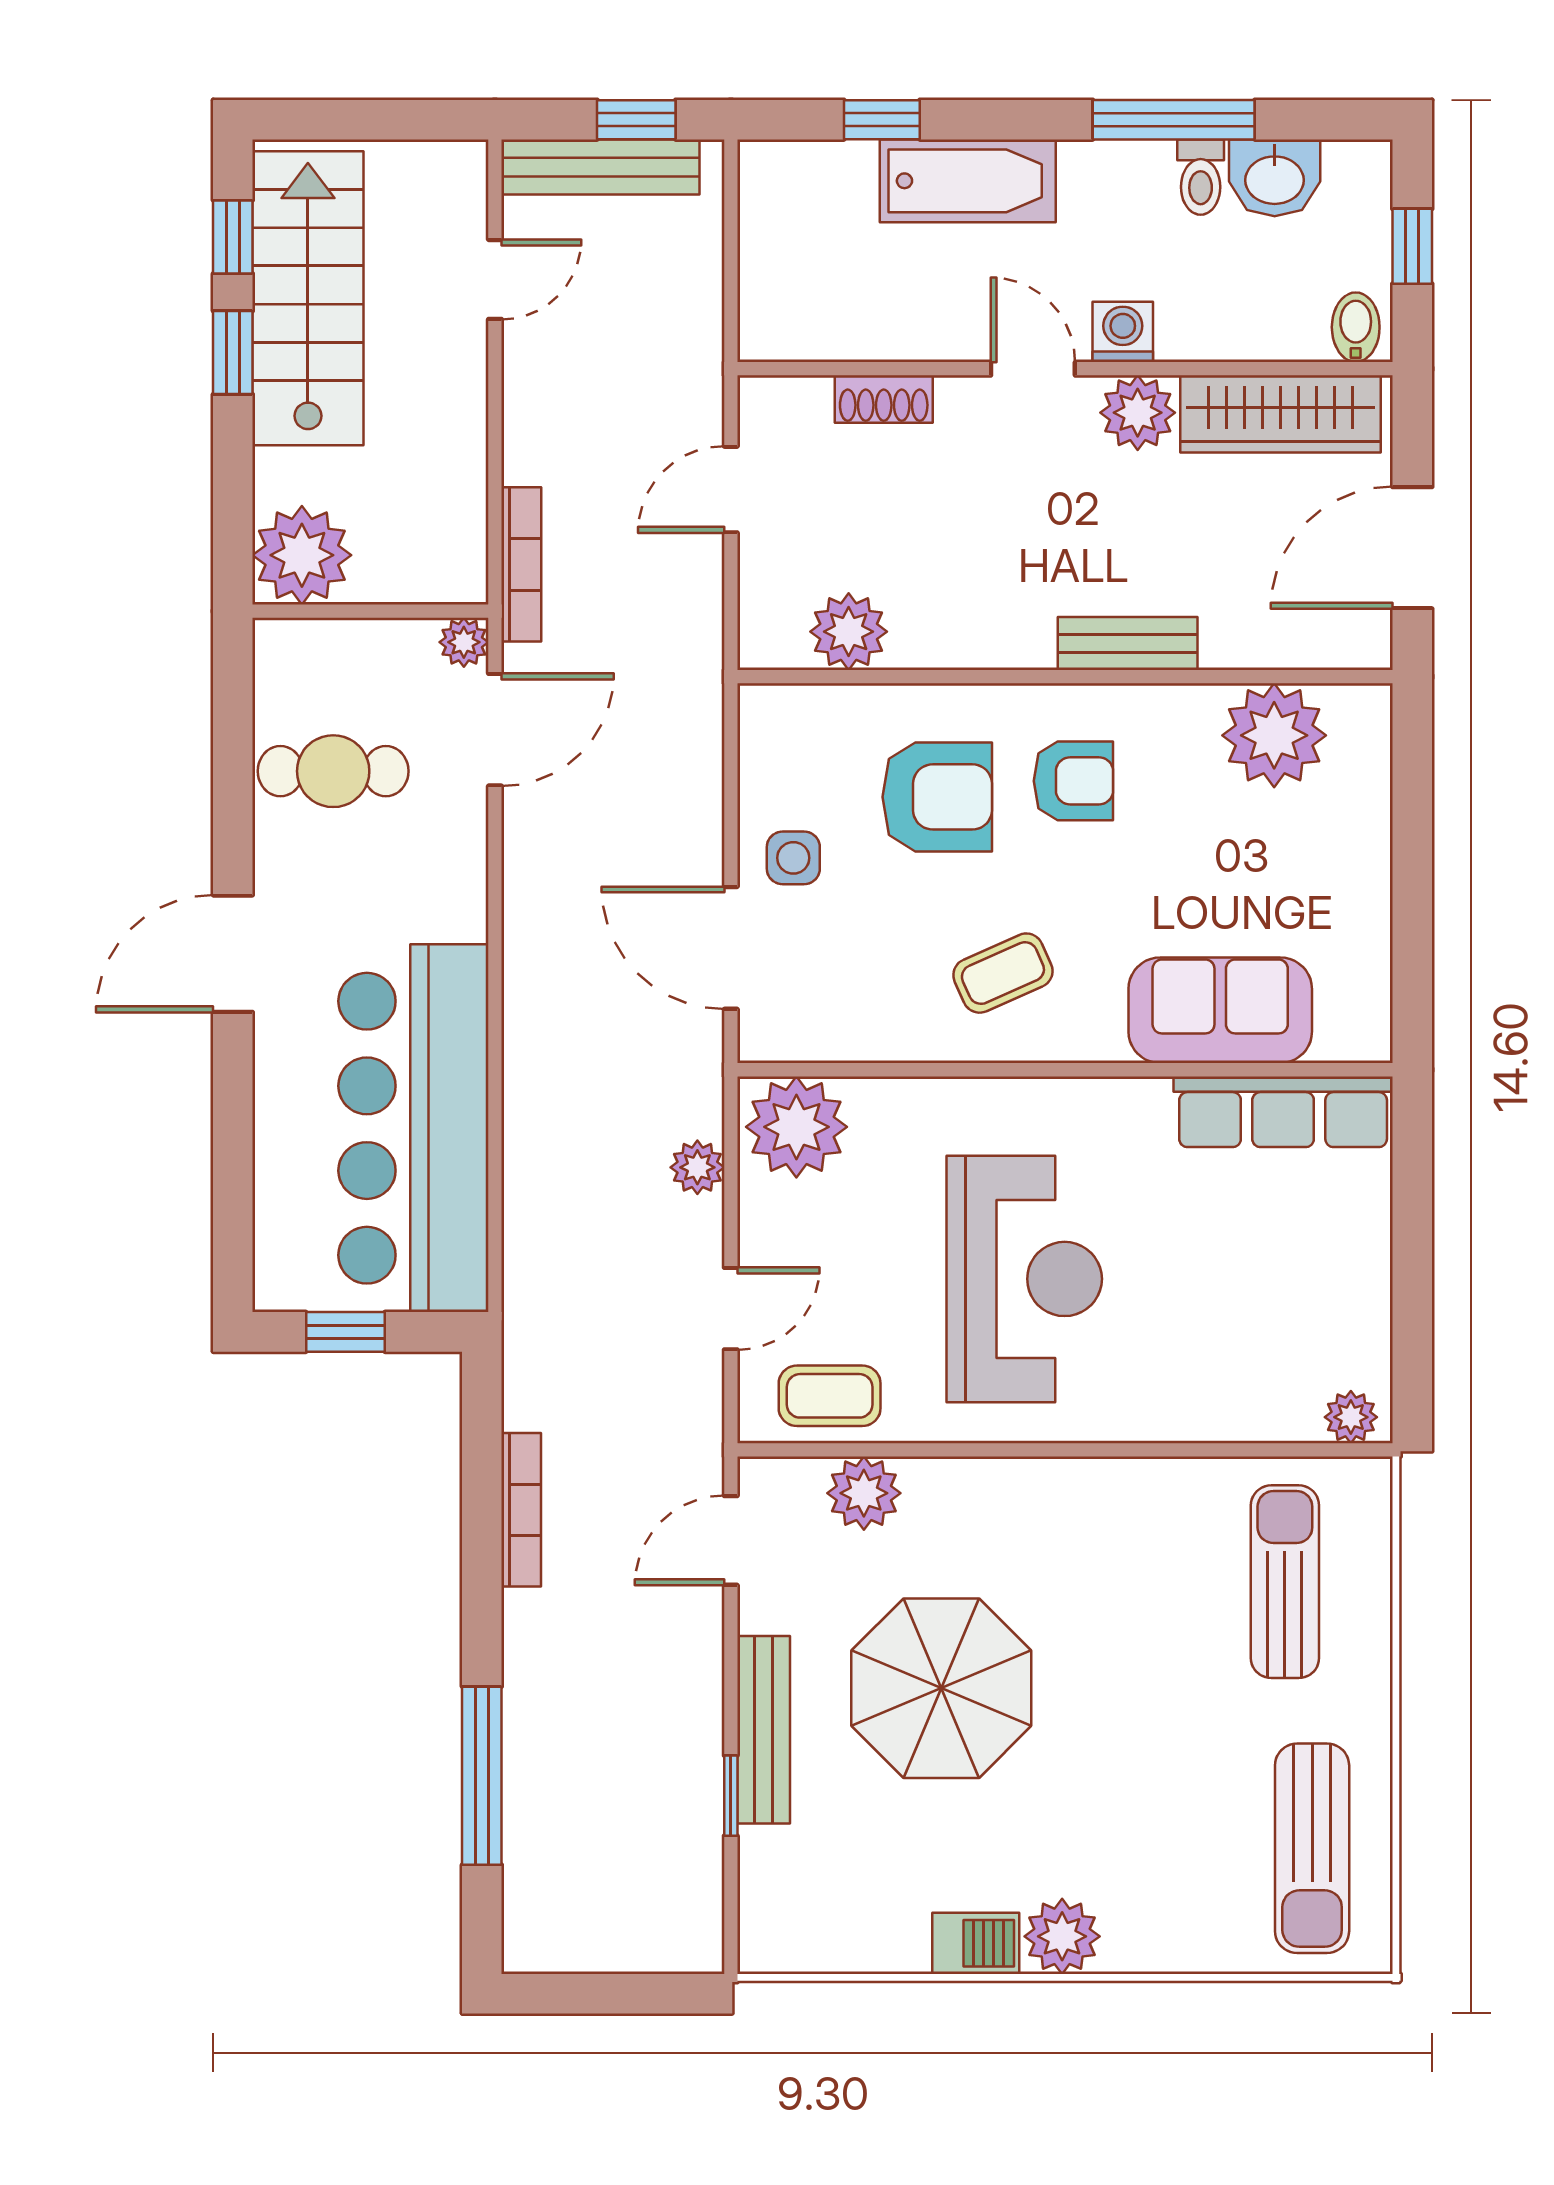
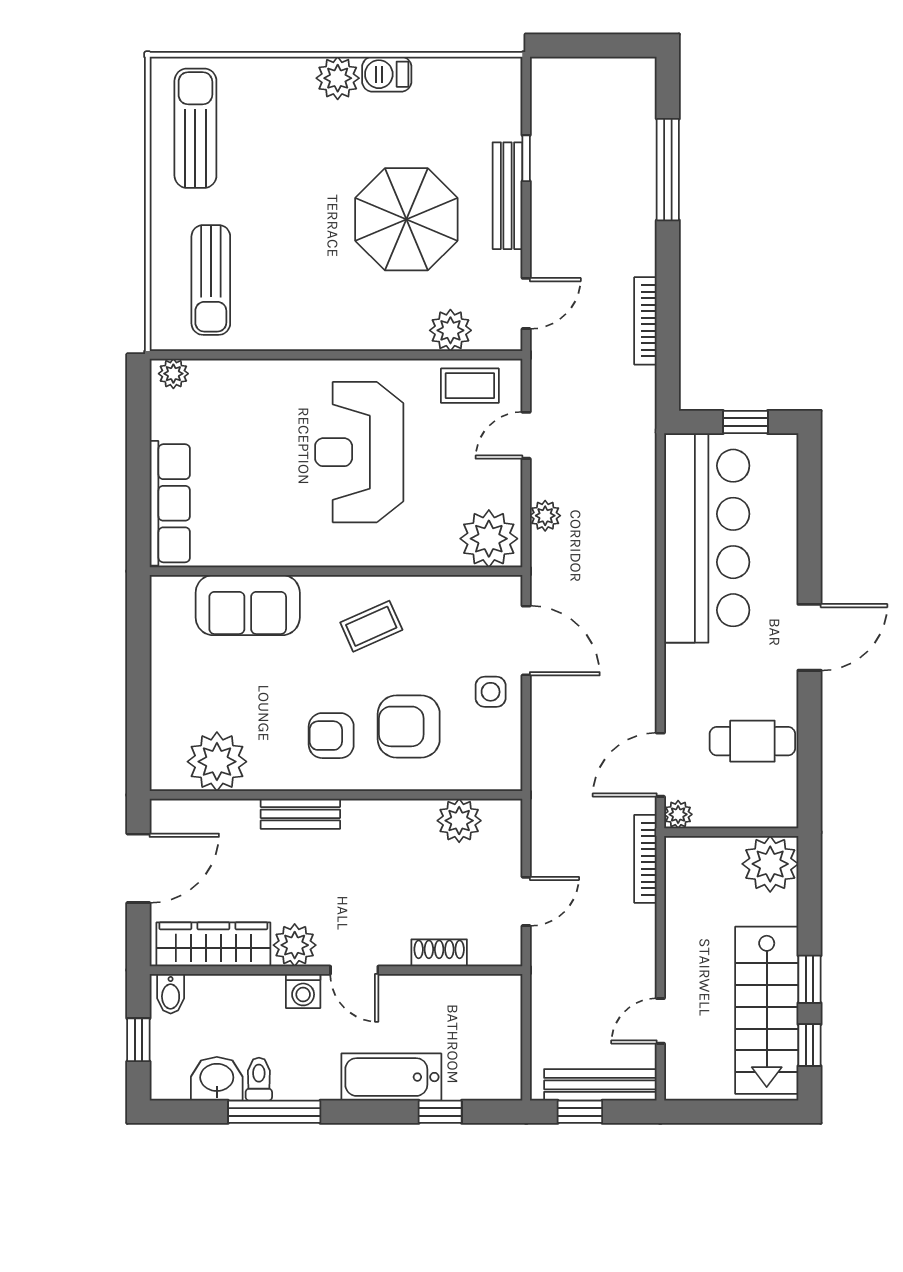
row of seats: (1283, 1112) -> (170, 503), moved, turned 90

